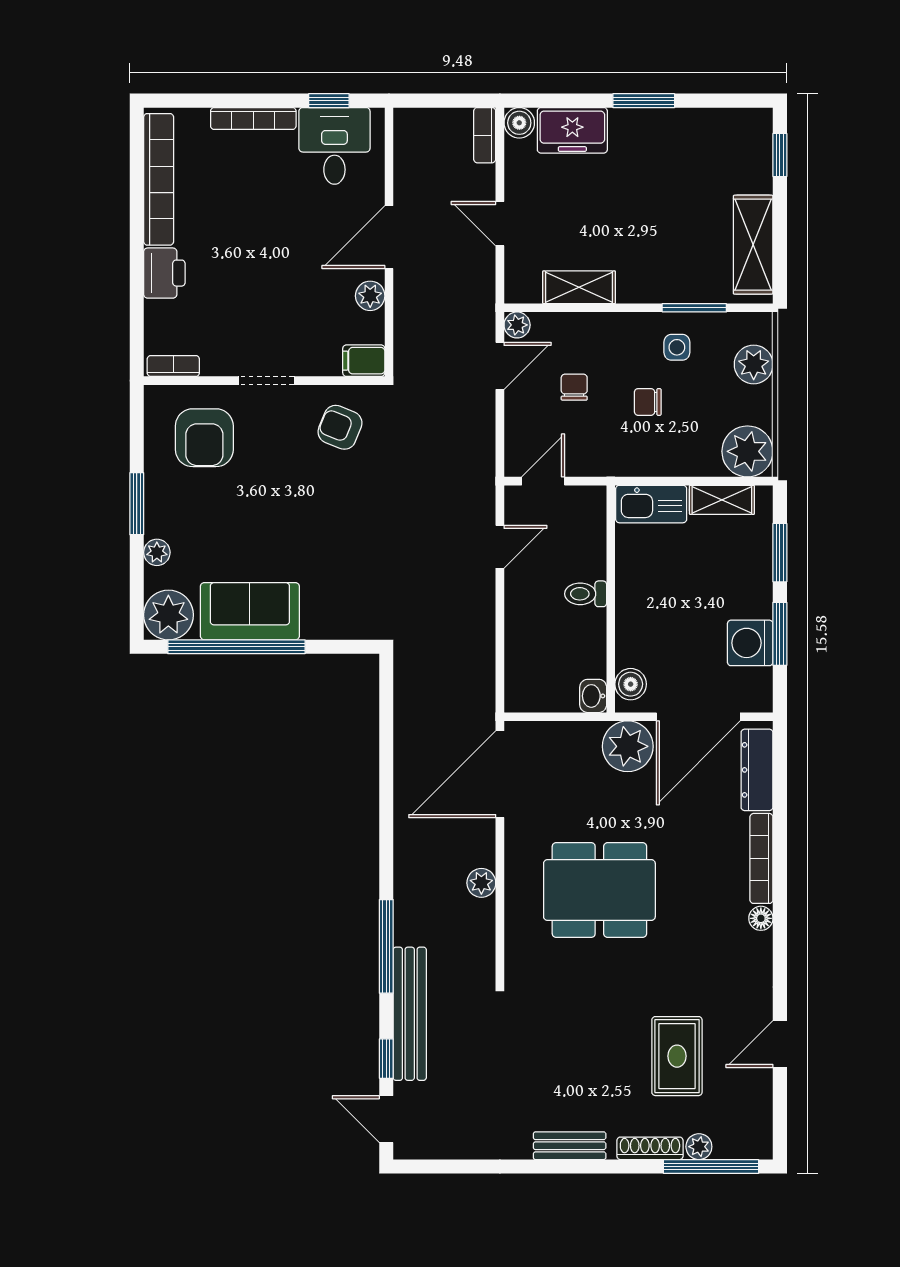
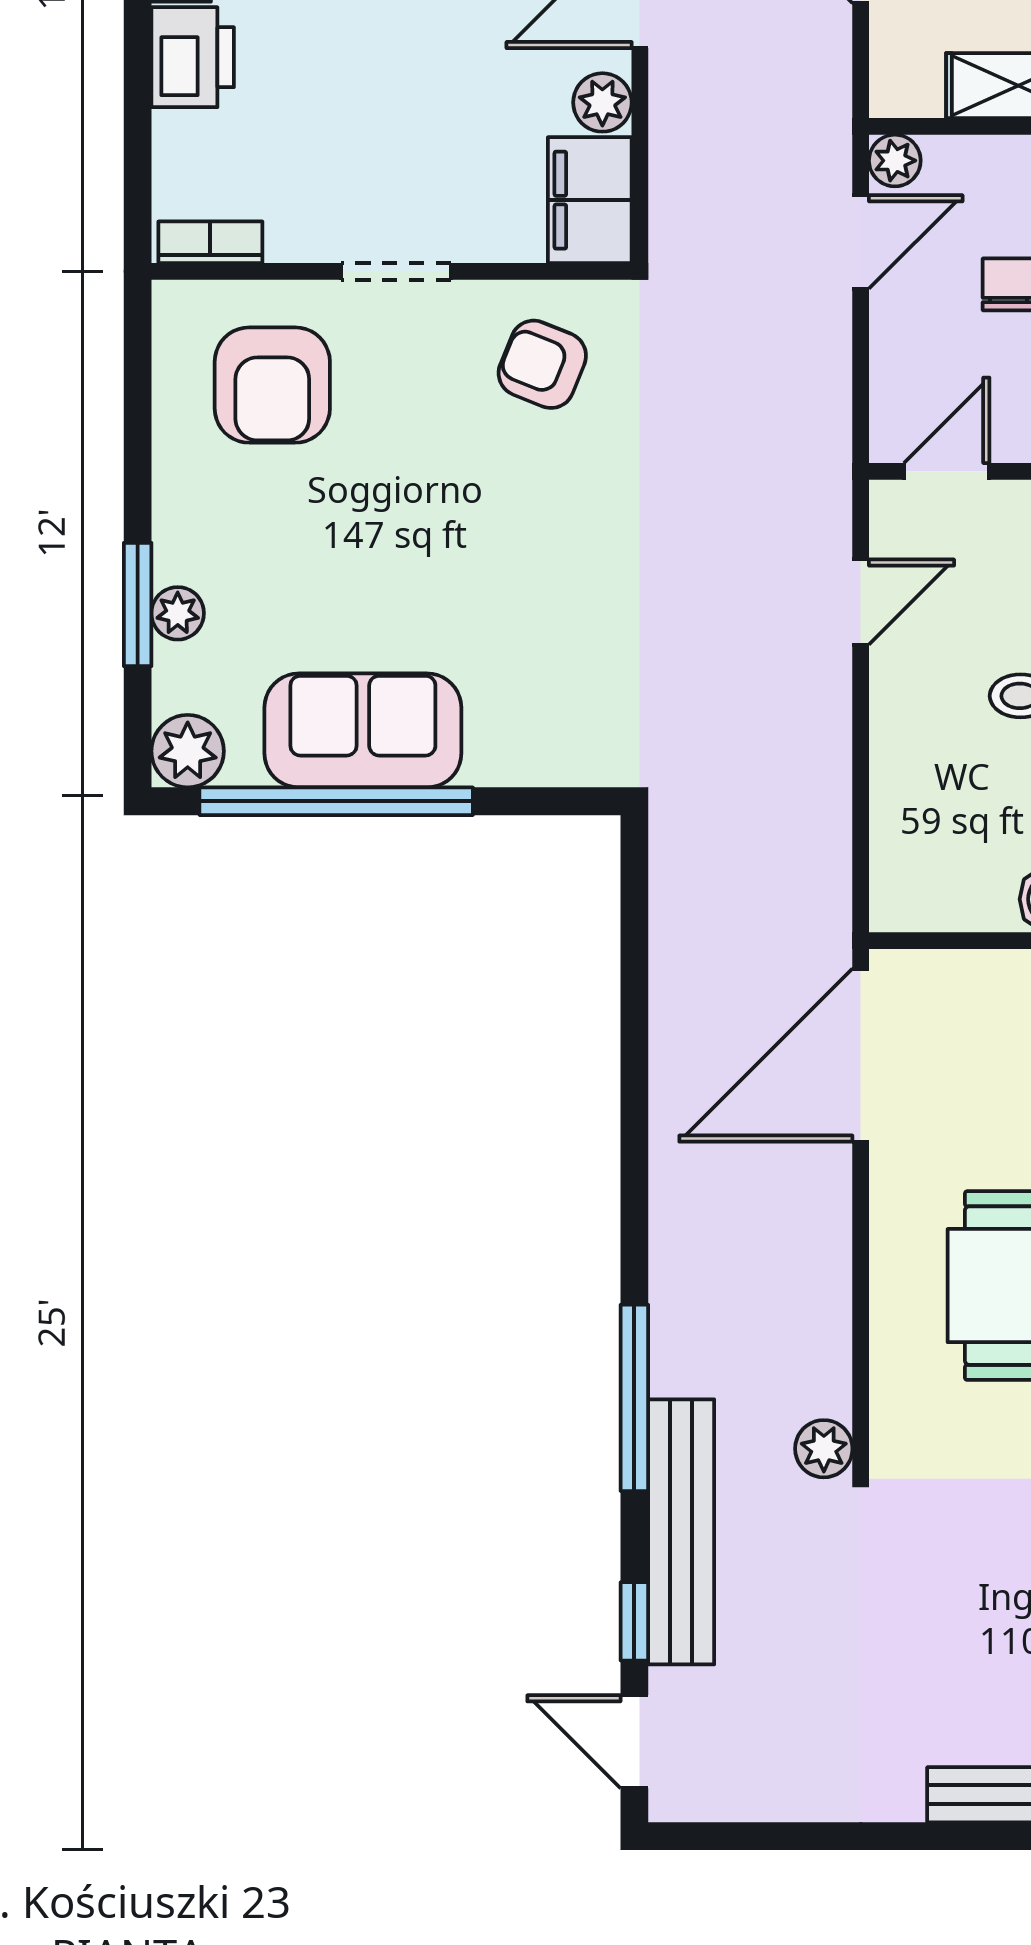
filing cabinet: (364, 361) -> (590, 200), width x2.00
window: (137, 504) -> (138, 605), moved
plant: (168, 615) -> (188, 751), width x0.73, depth x0.73
plant: (481, 883) -> (824, 1449), moved

